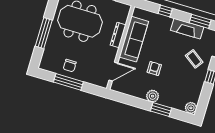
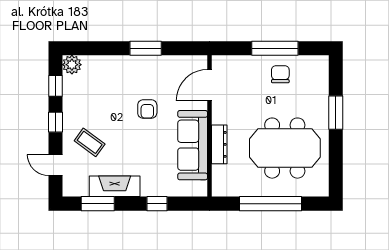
window: (44, 33) -> (336, 113), width x0.69
plant: (153, 96) -> (137, 65), removed
window: (204, 98) -> (55, 86), added
window: (161, 109) -> (146, 48), moved

